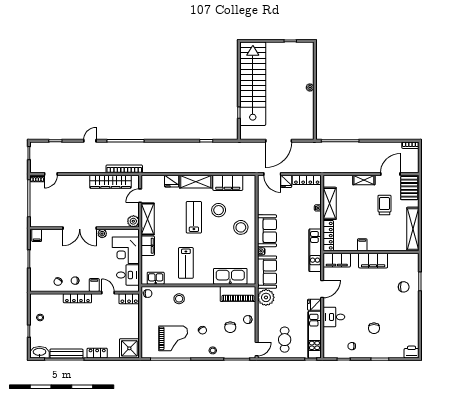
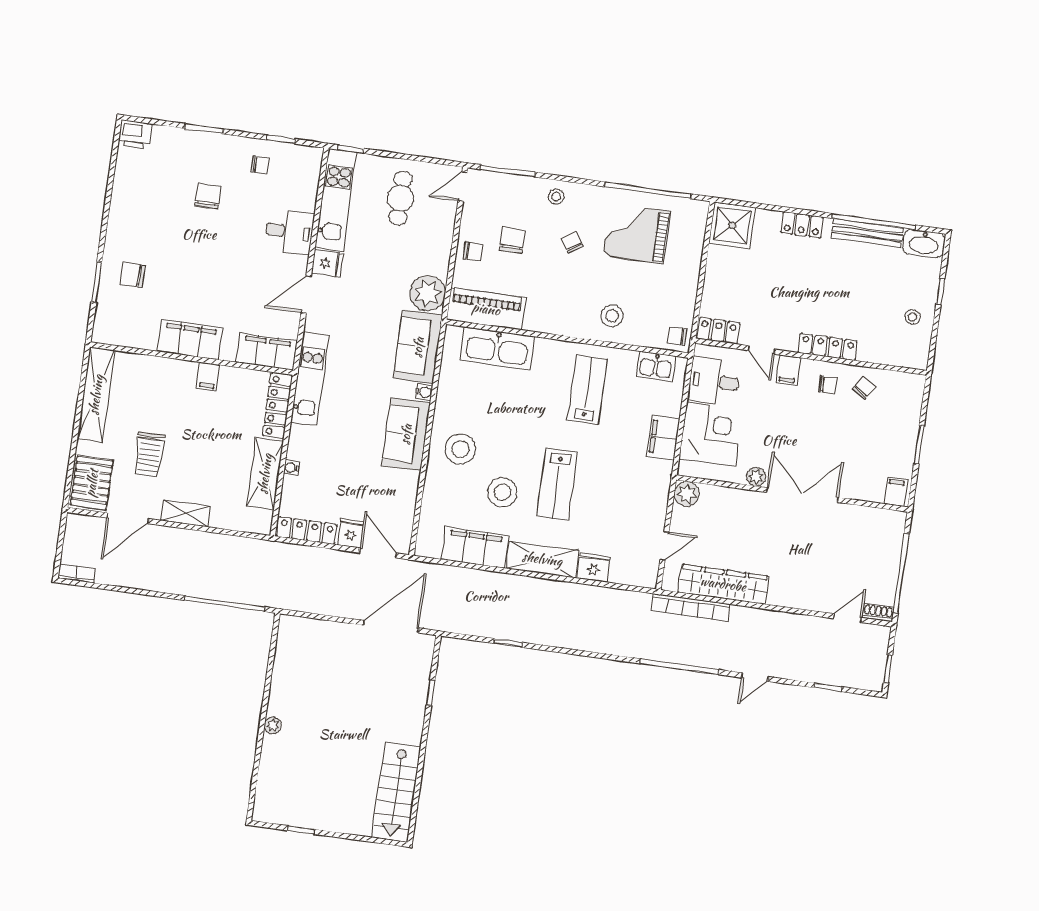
stairs: (253, 84) -> (396, 792), width x0.54, depth x0.66
door: (279, 141) -> (391, 627), moved
shelving: (148, 219) -> (655, 494), removed

